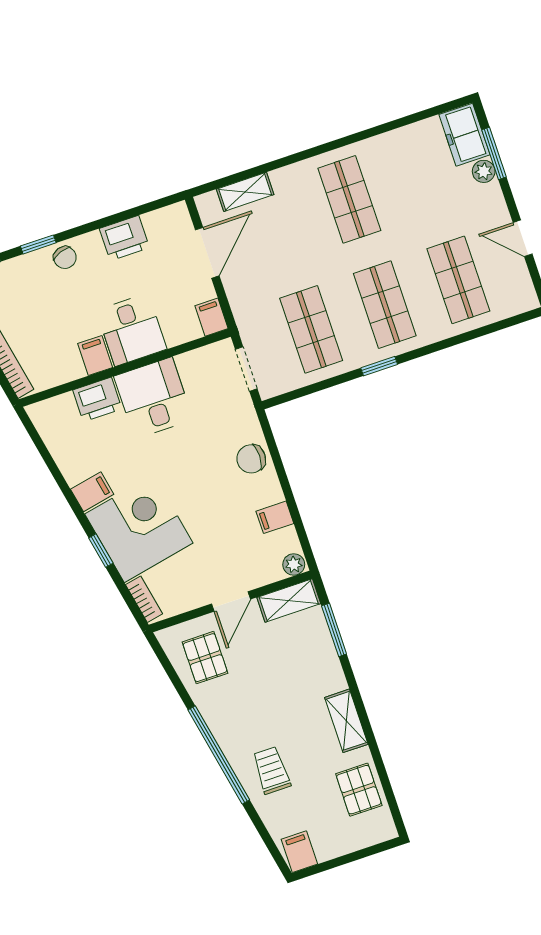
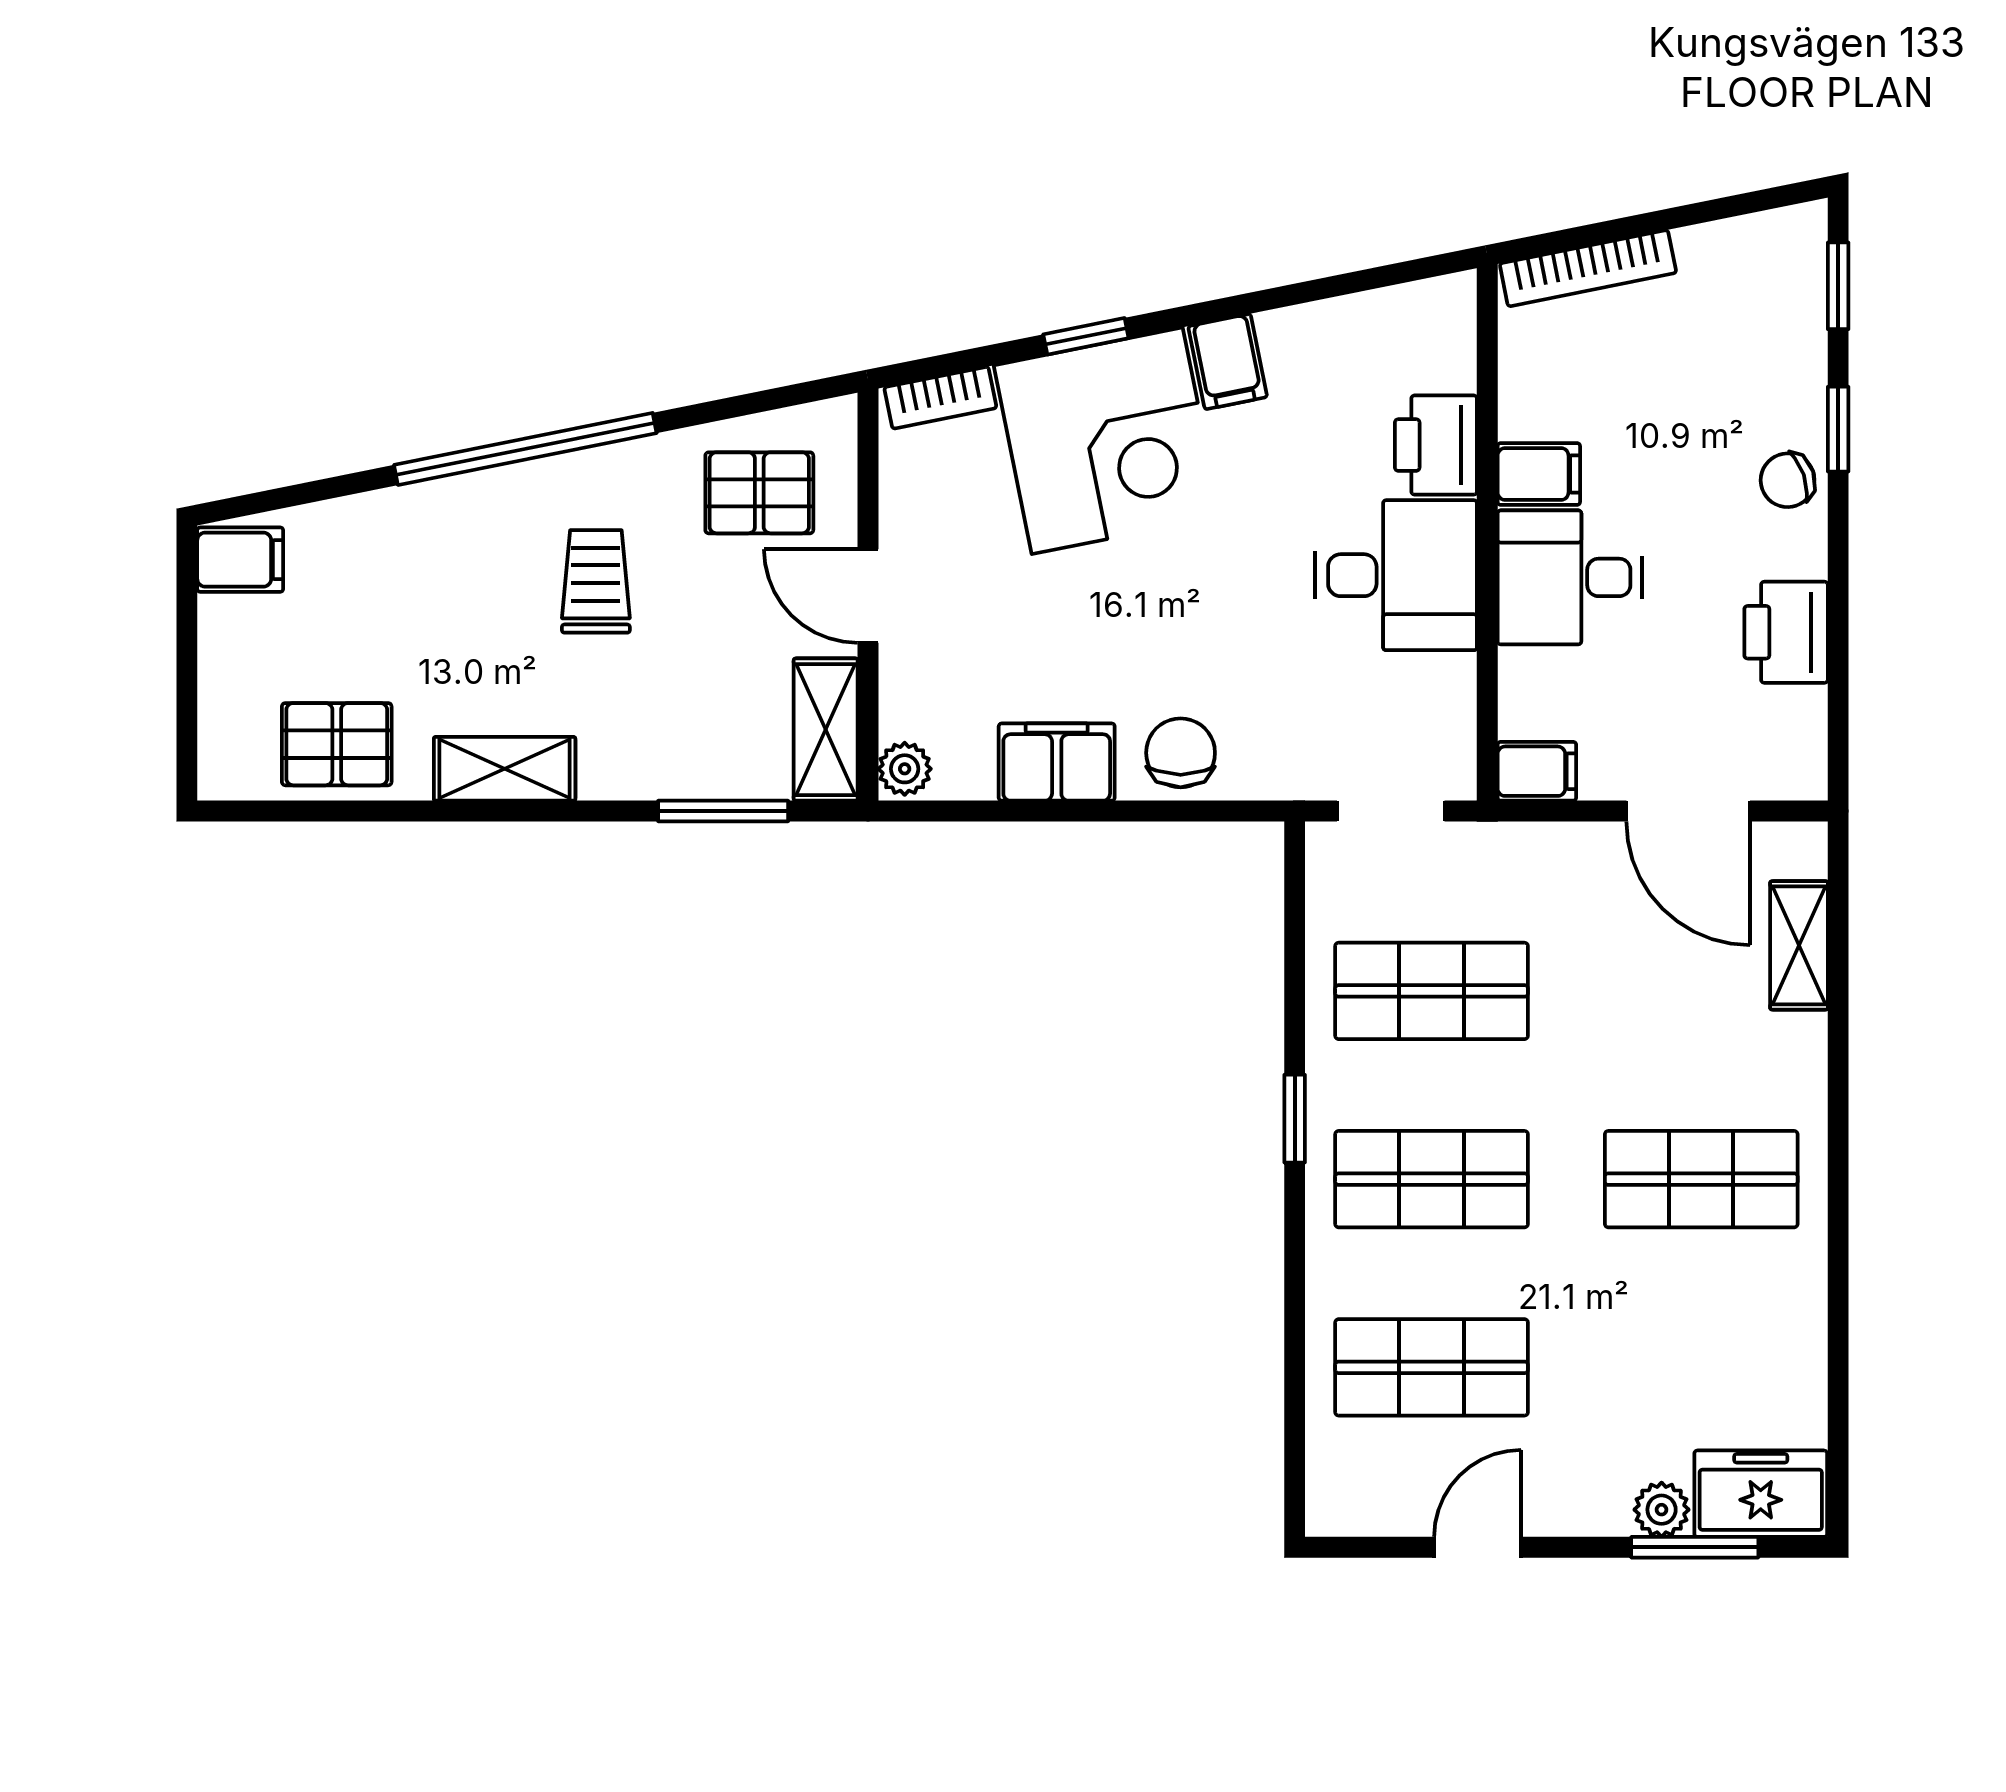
filing cabinet: (275, 517) -> (1057, 762), width x2.00
trolley: (271, 770) -> (596, 581), moved, turned -90

